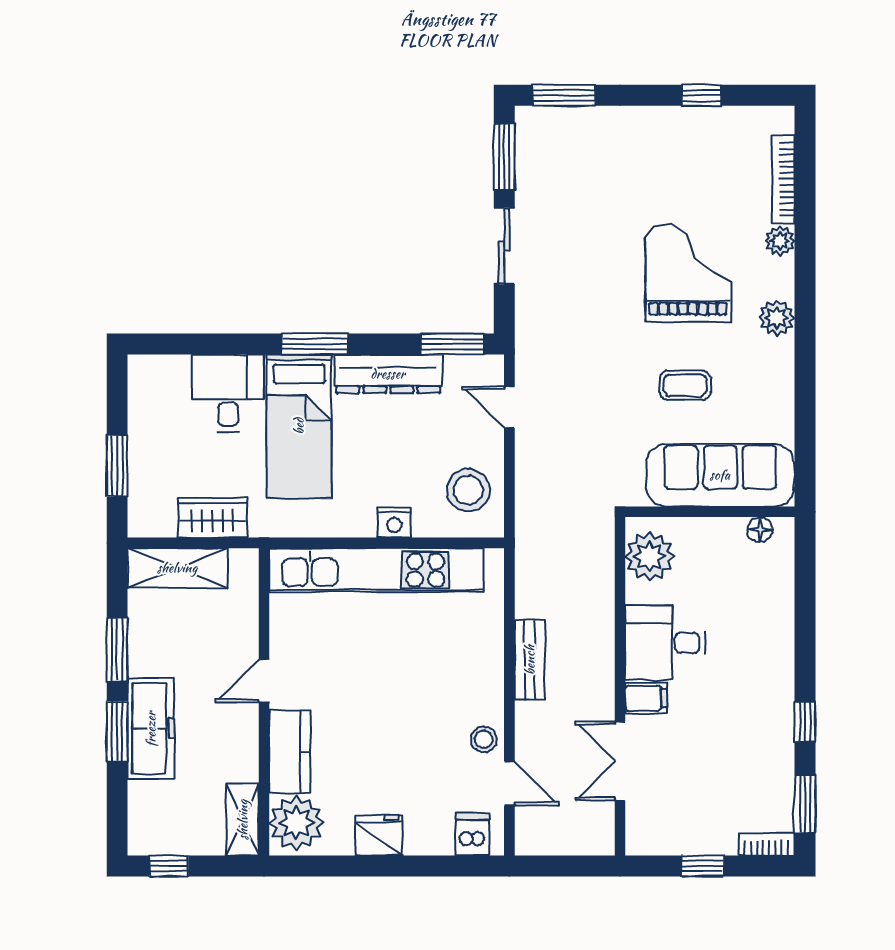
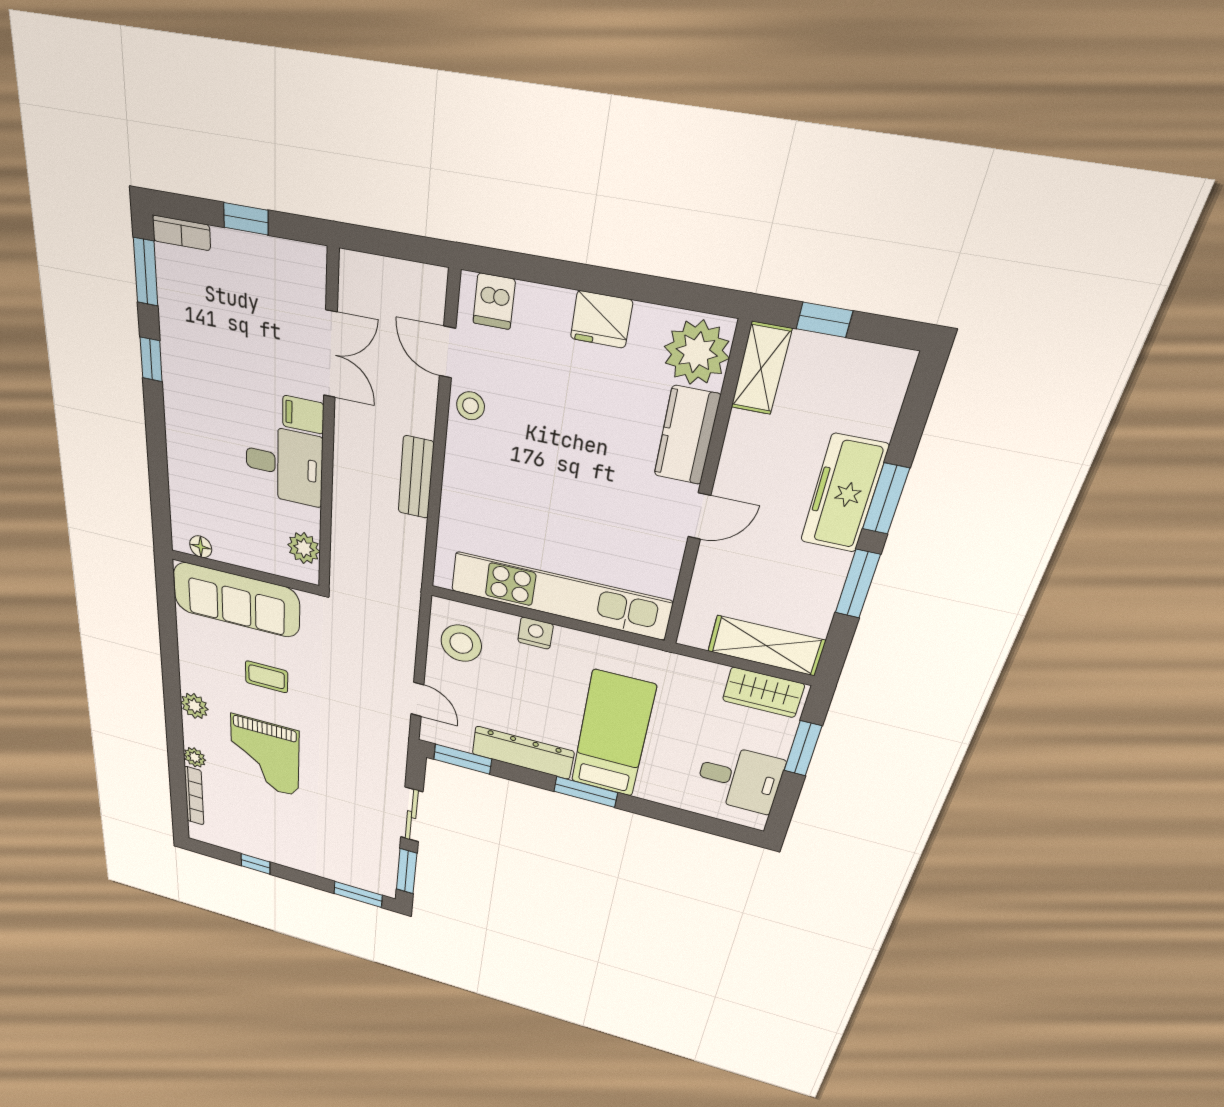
desk: (228, 393) -> (739, 779), moved, turned -90
wardrobe: (213, 518) -> (763, 692), moved
plant: (650, 556) -> (304, 548), width x0.73, depth x0.73
window: (169, 866) -> (824, 320), moved

